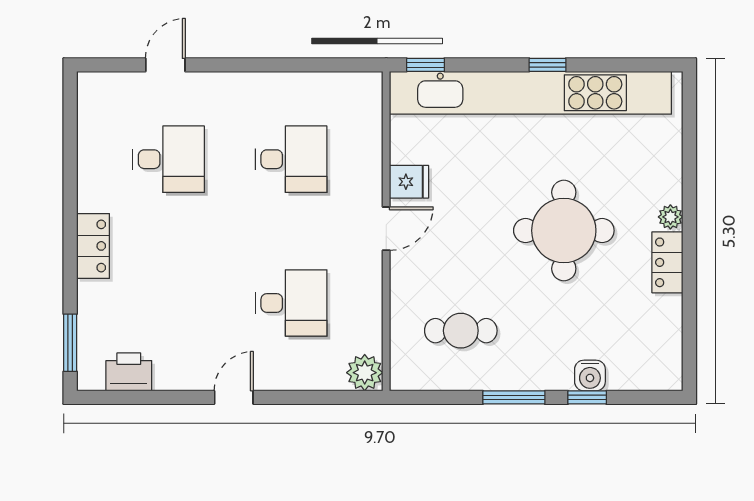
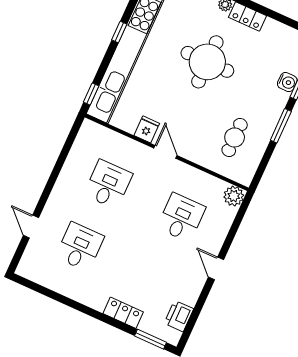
locker: (93, 246) -> (123, 313), moved

